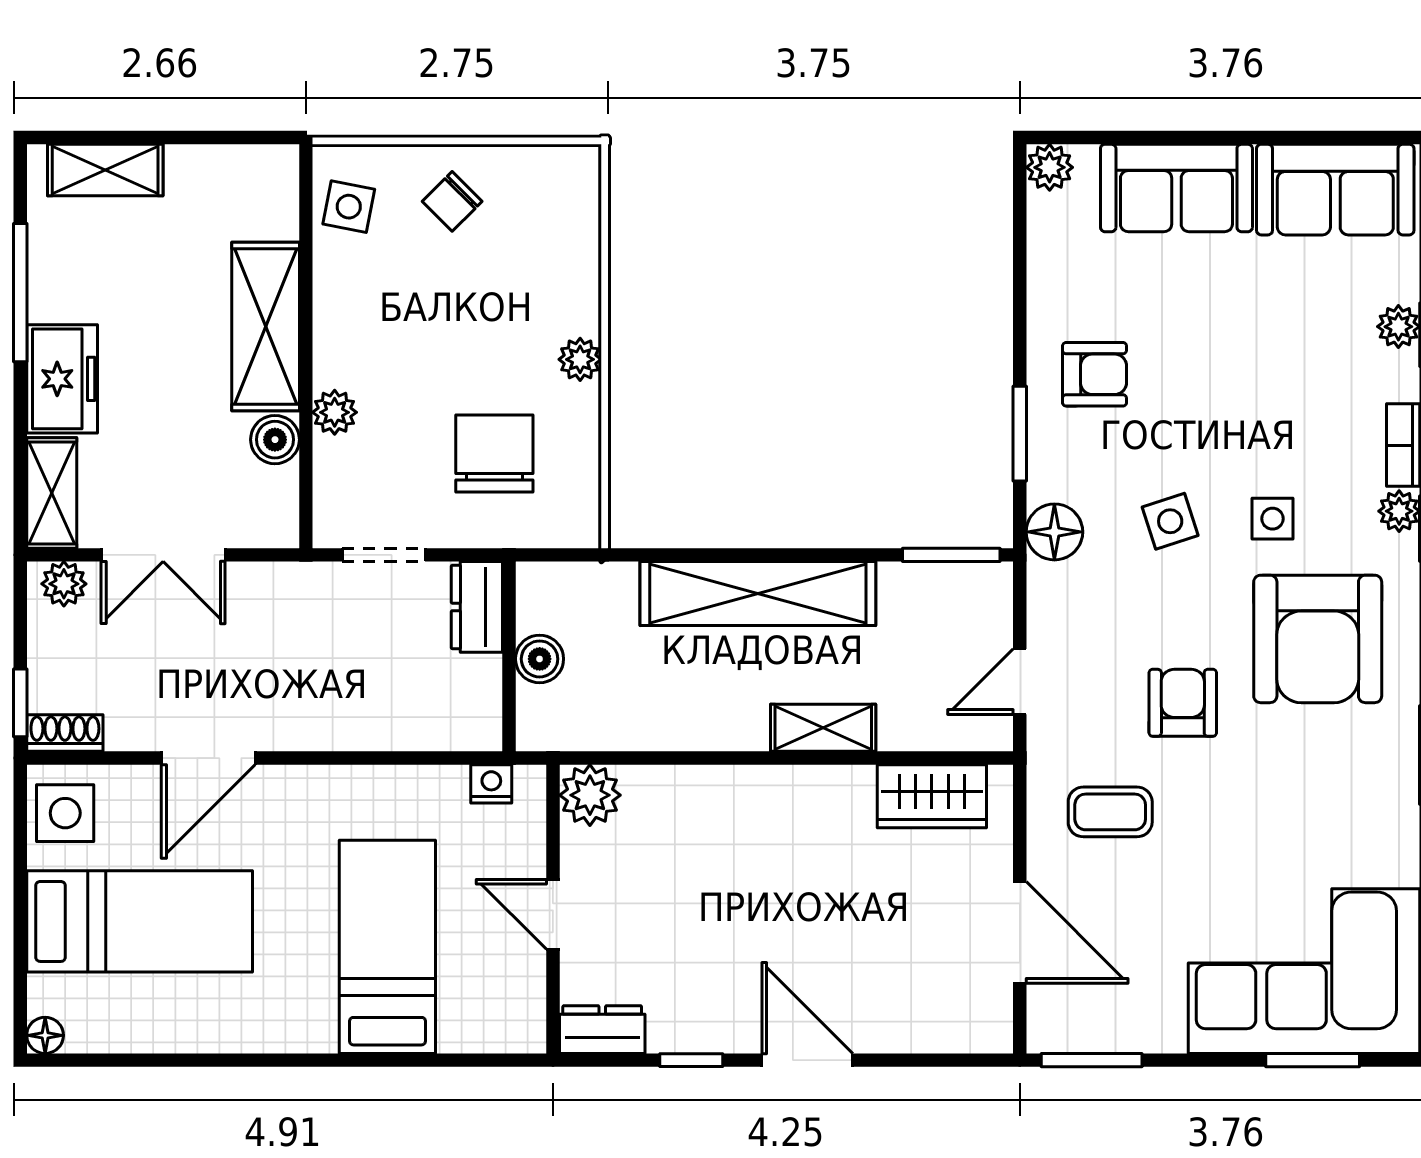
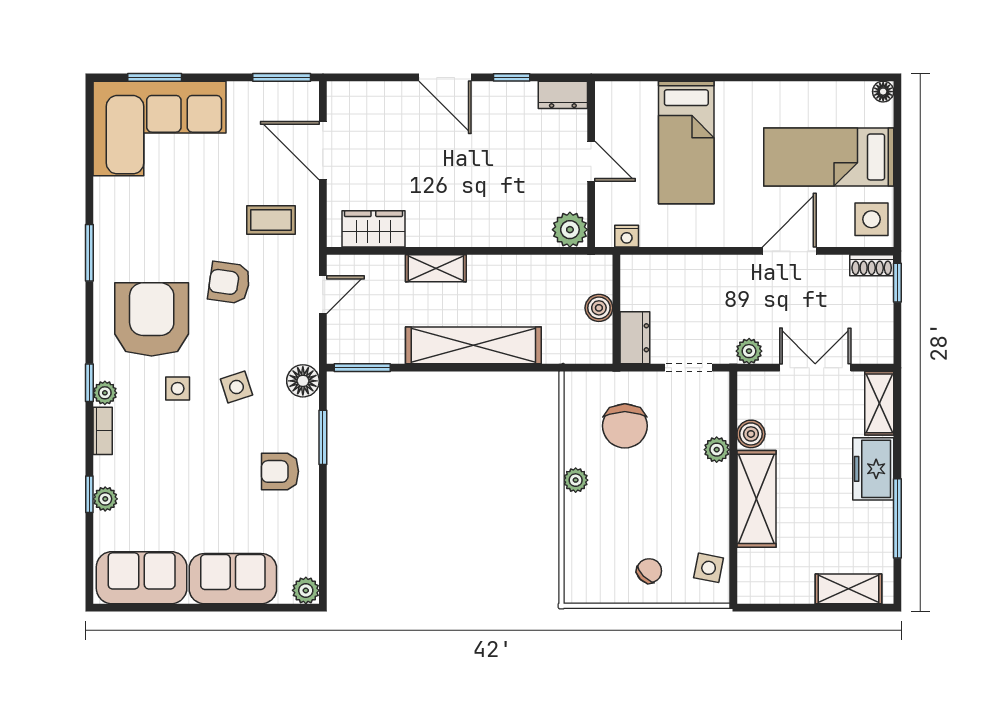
plant: (64, 584) -> (749, 351), moved
armchair: (1183, 703) -> (229, 283), turned 98

